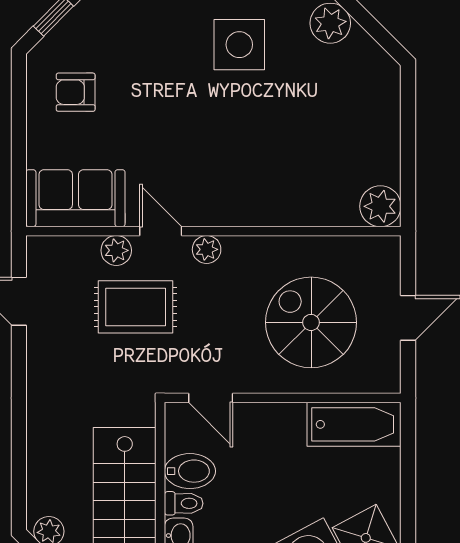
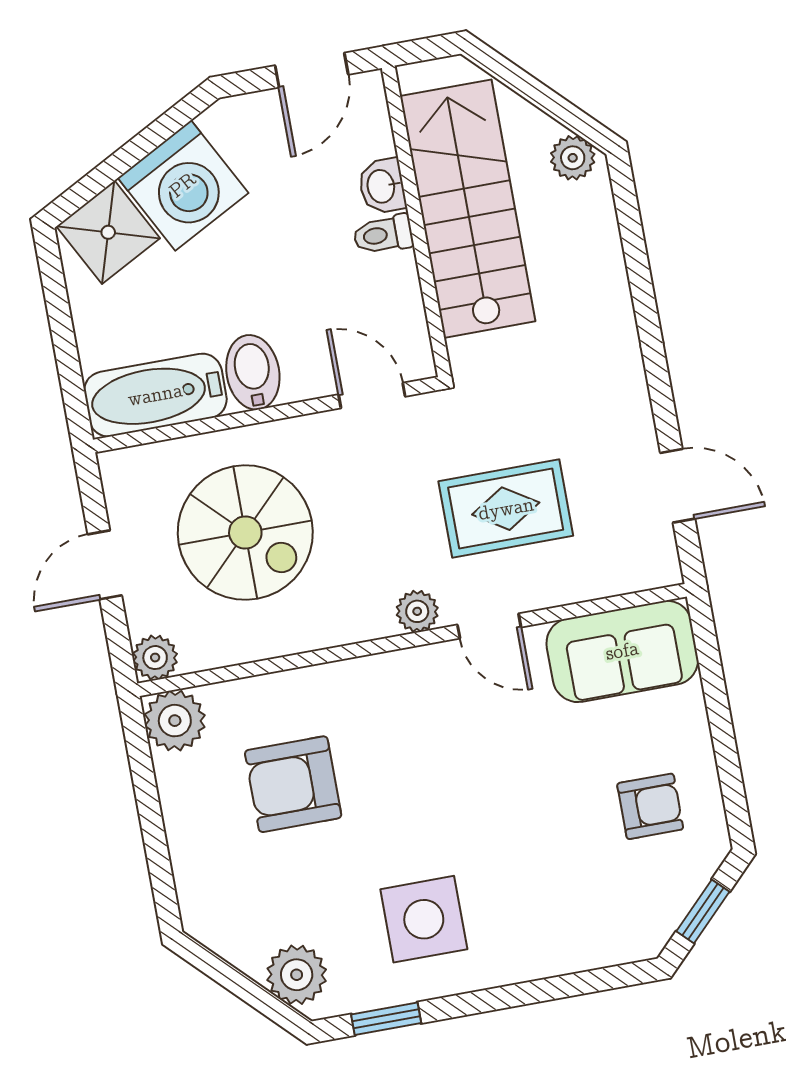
armchair: (310, 150) -> (293, 784), added
plant: (116, 250) -> (155, 658), moved
bidet: (190, 471) -> (253, 372), moved, turned 90

